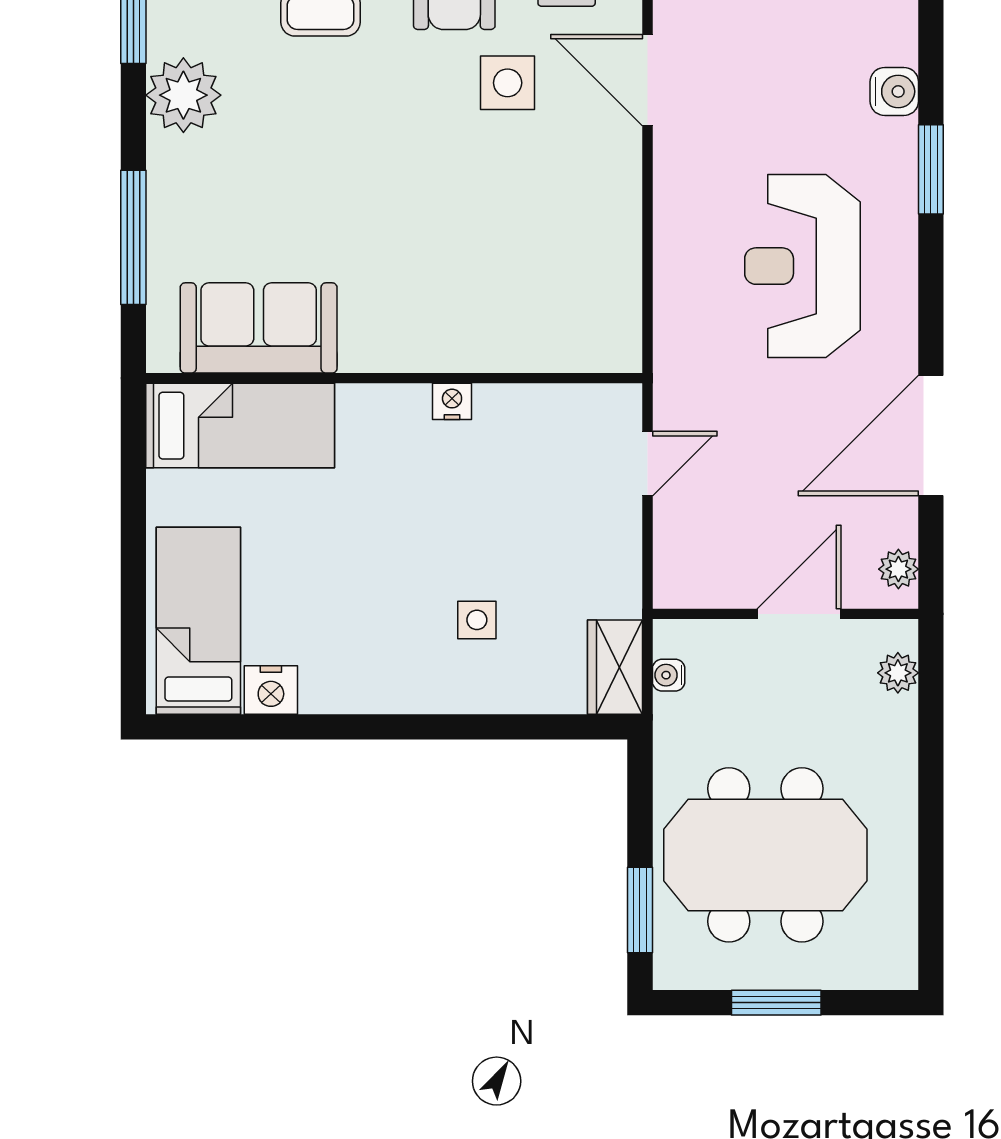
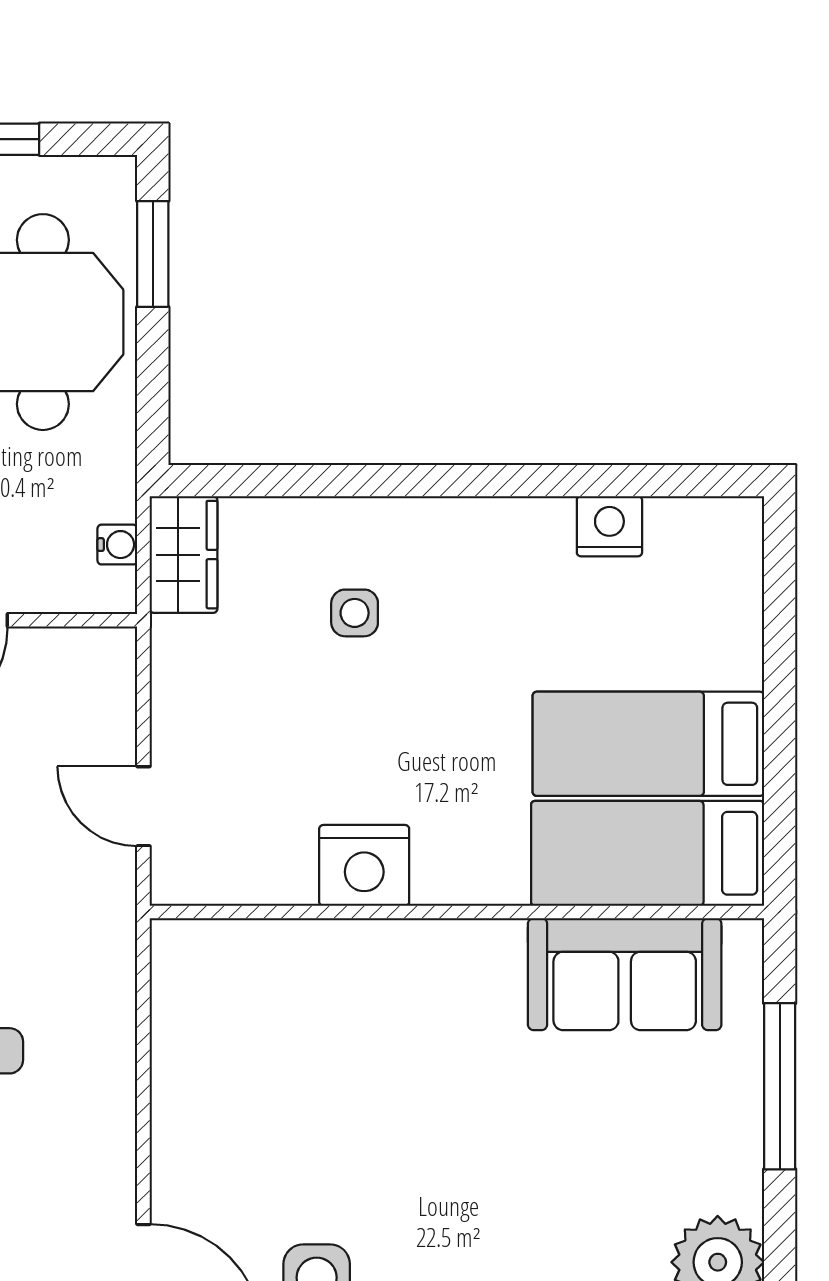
nightstand: (452, 401) -> (364, 865), width x1.89, depth x1.79
door: (648, 464) -> (143, 806), hinge flipped
bed: (198, 621) -> (648, 744), moved, turned 90

